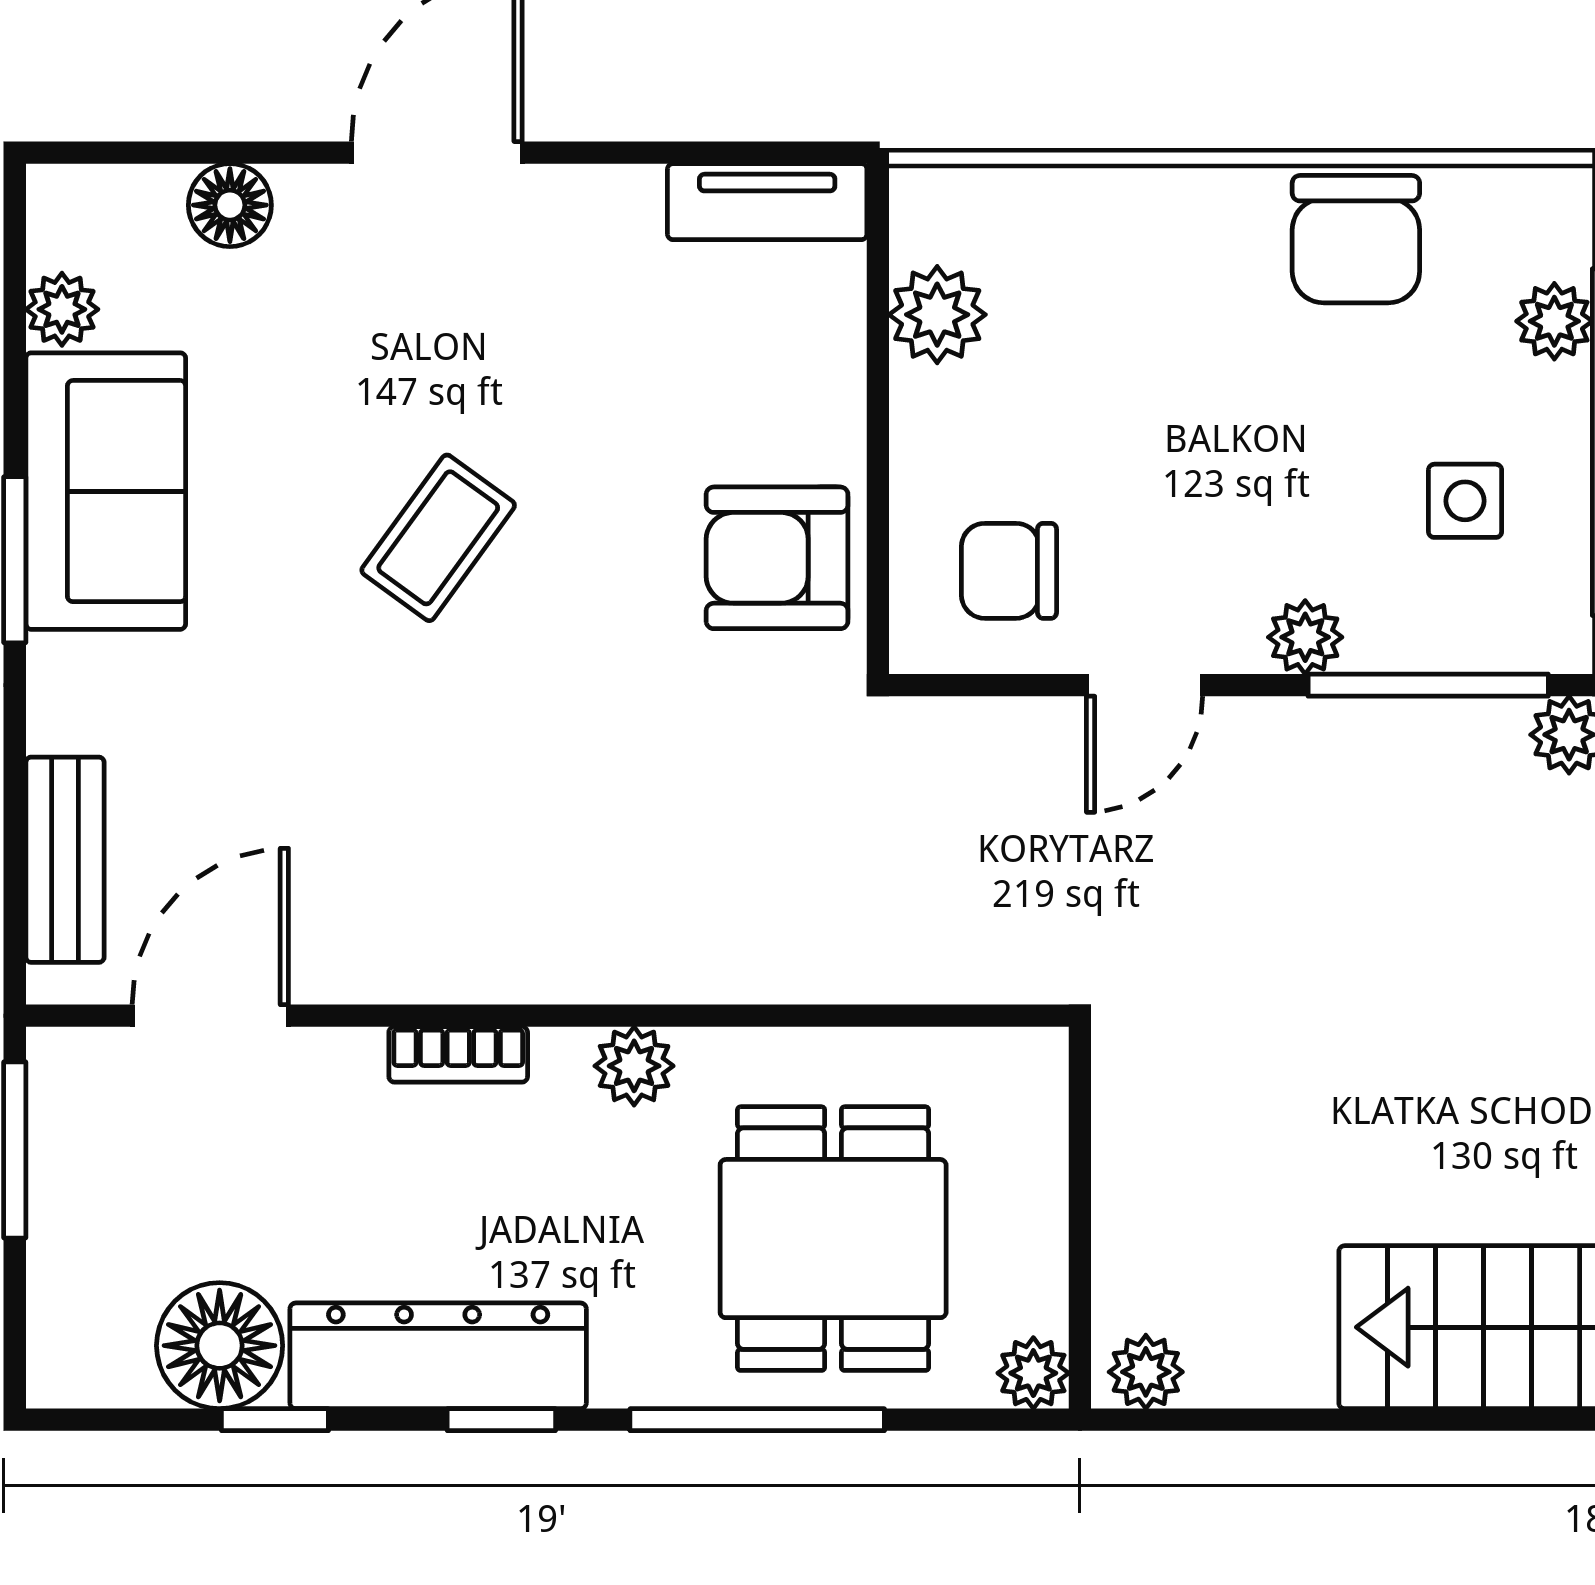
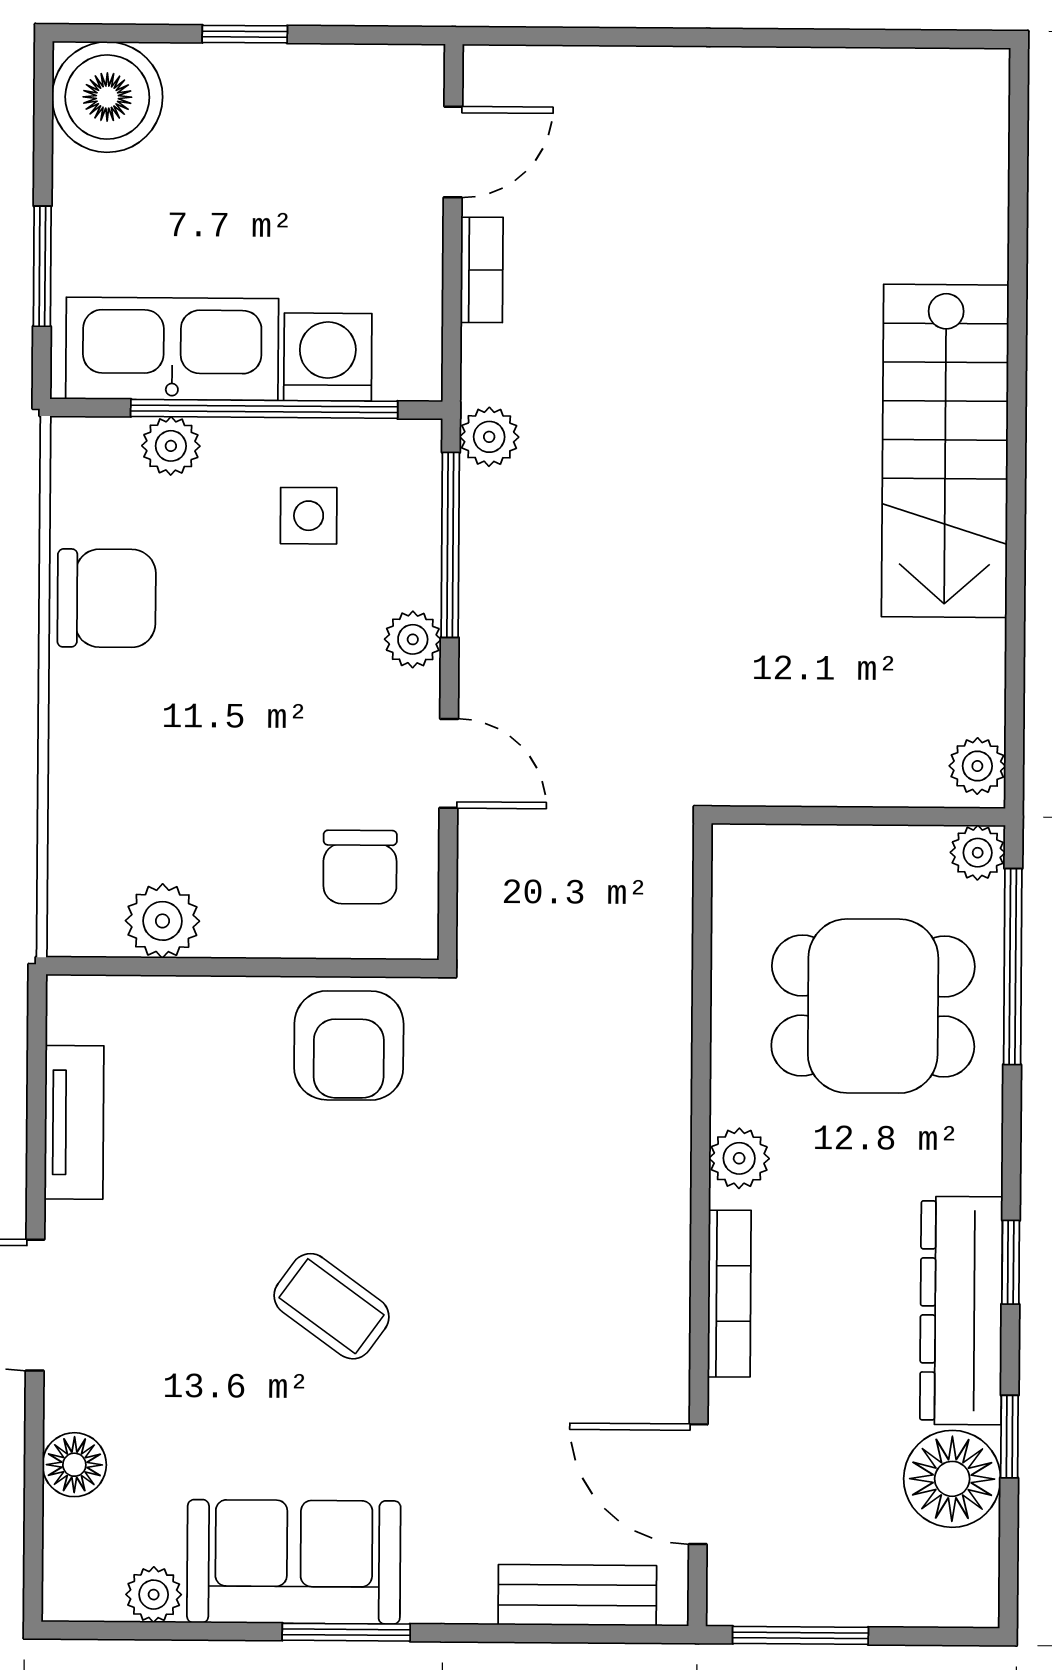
tv unit: (767, 202) -> (74, 1122), moved
bookcase: (458, 1054) -> (729, 1294), width x1.56
window: (757, 1420) -> (1013, 967), moved

